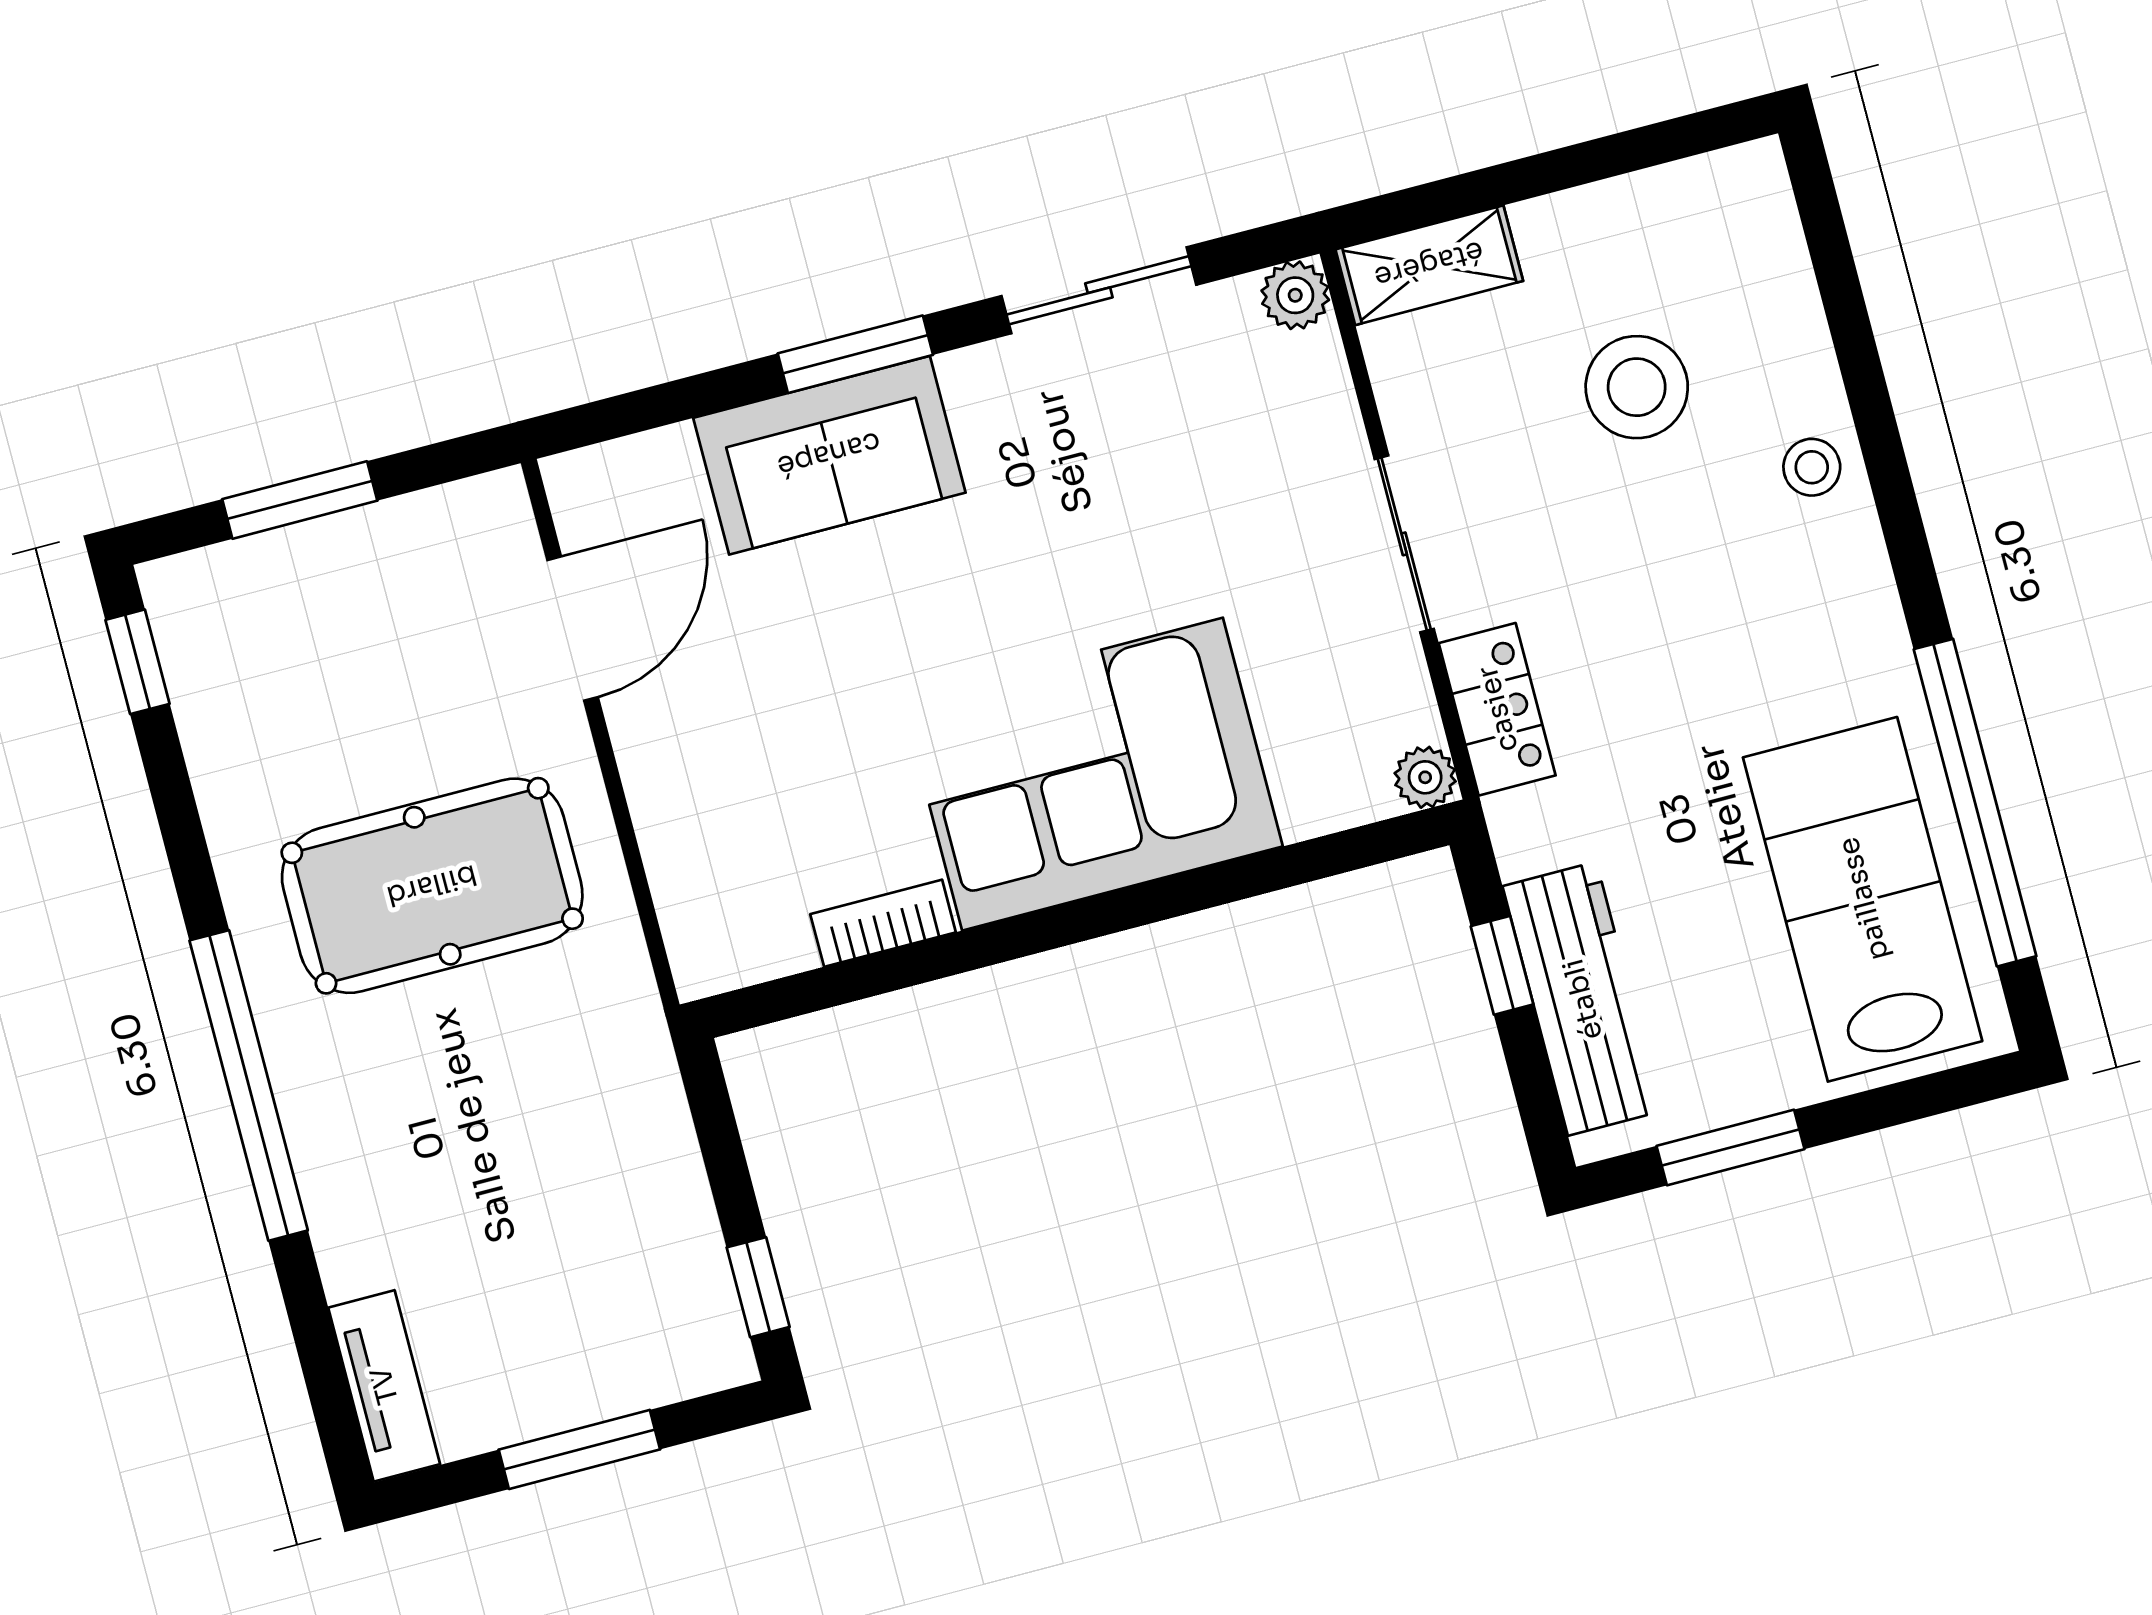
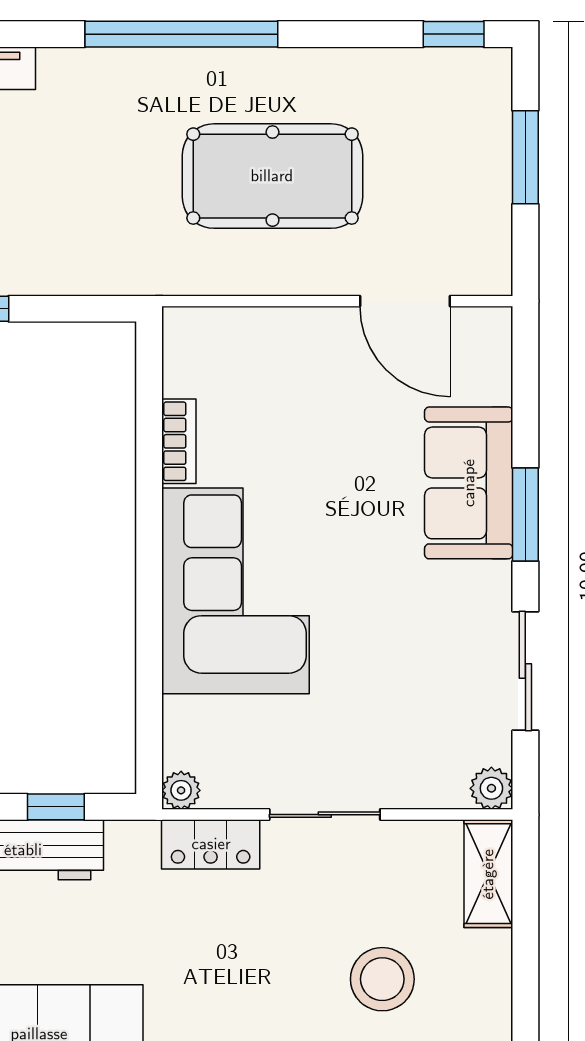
pool table: (432, 886) -> (272, 176), turned 90

